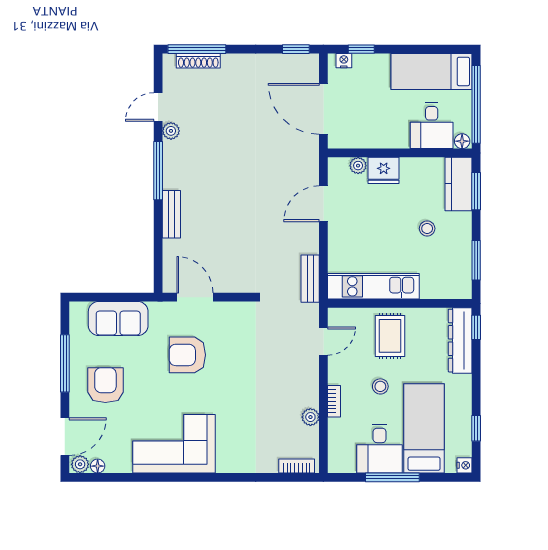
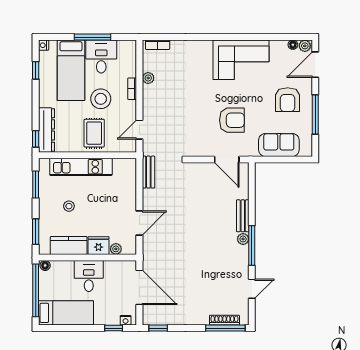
desk: (432, 126) -> (89, 276), moved
plant: (171, 131) -> (243, 239), moved
kitchen counter: (458, 184) -> (69, 245), moved, turned -90
kitchen unit: (373, 286) -> (81, 167), moved
stool: (380, 386) -> (101, 99), width x1.89, depth x1.89

